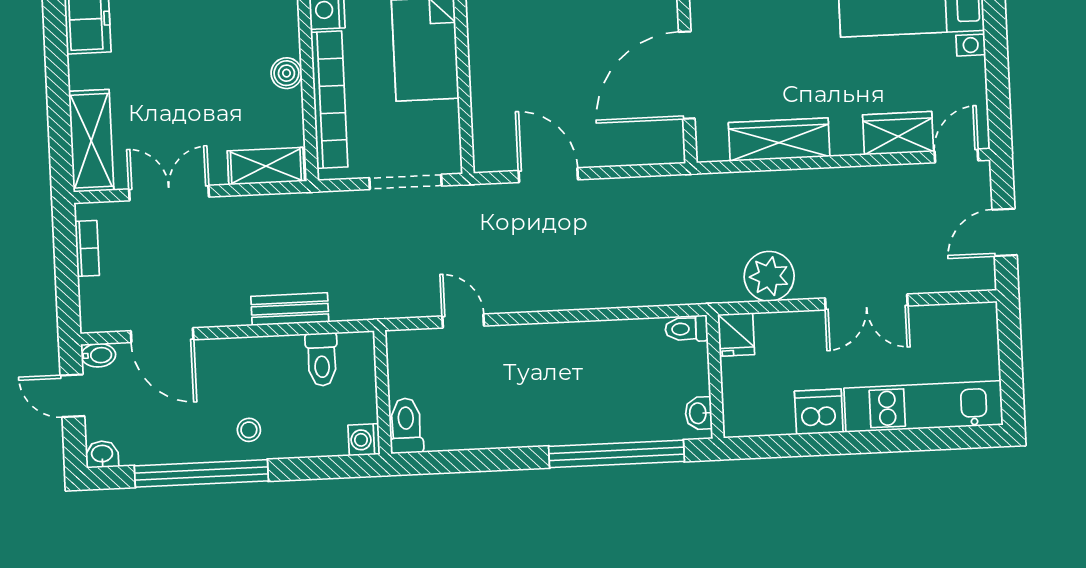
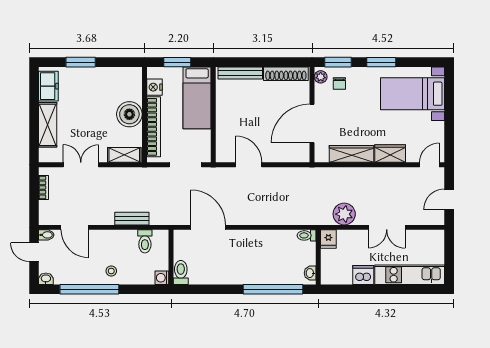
boiler: (286, 73) -> (129, 114), width x1.86, depth x1.86
wardrobe: (898, 133) -> (390, 153), moved
shelving: (91, 141) -> (48, 125), moved
door: (463, 321) -> (208, 227), width x1.87

